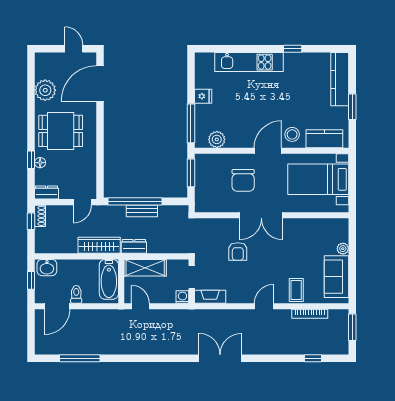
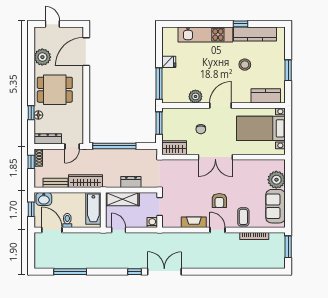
door: (74, 49) -> (52, 24), moved
kitchen counter: (340, 79) -> (255, 34), moved, turned -90
stool: (292, 134) -> (245, 65), moved
plant: (217, 139) -> (195, 96), moved
chair: (243, 180) -> (201, 129), width x0.54, depth x0.54
dresser: (47, 192) -> (48, 139), width x1.44
wardrobe: (210, 203) -> (174, 148), added
bench: (142, 211) -> (55, 183), moved
dresser: (134, 246) -> (131, 182), moved
plant: (343, 249) -> (276, 180), width x1.88, depth x1.88
armchair: (238, 251) -> (219, 201), moved
fireplace: (210, 297) -> (194, 222), moved
door: (57, 306) -> (52, 230), swing flipped
door: (264, 306) -> (218, 230), hinge flipped
double door: (220, 358) -> (164, 272), moved
window: (313, 358) -> (134, 272), moved

